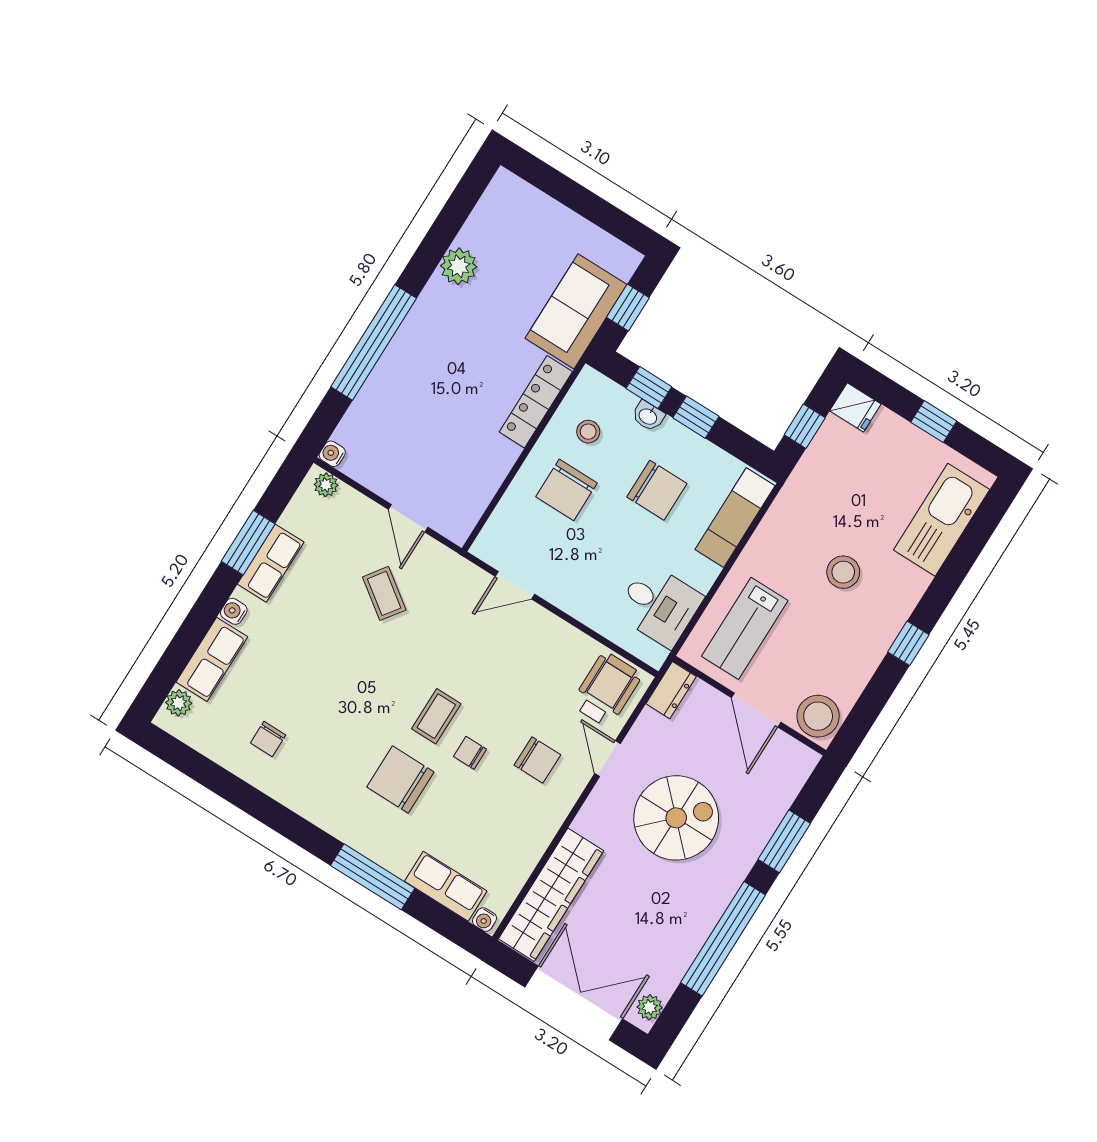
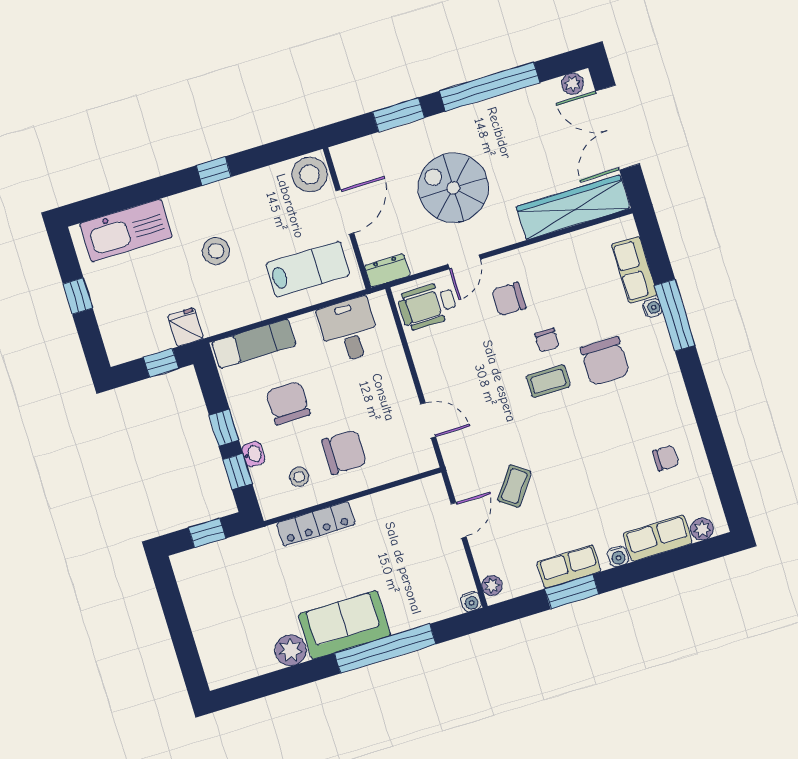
sofa: (576, 311) -> (344, 625), moved, turned 180
fridge: (855, 407) -> (185, 327), moved
chair: (537, 760) -> (509, 299), turned -90
water cooler: (484, 920) -> (653, 308), moved

